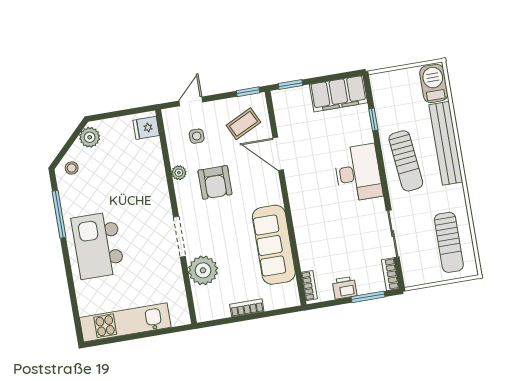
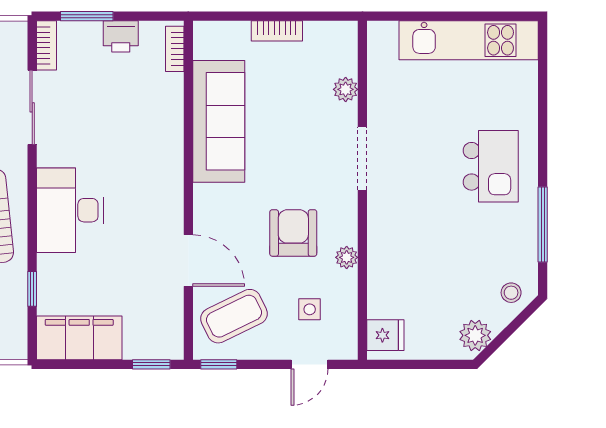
coffee table: (243, 124) -> (234, 316), width x1.36, depth x1.30
kitchen island: (98, 245) -> (491, 166), width x0.73, depth x0.78
plant: (203, 270) -> (346, 89), width x0.53, depth x0.53

